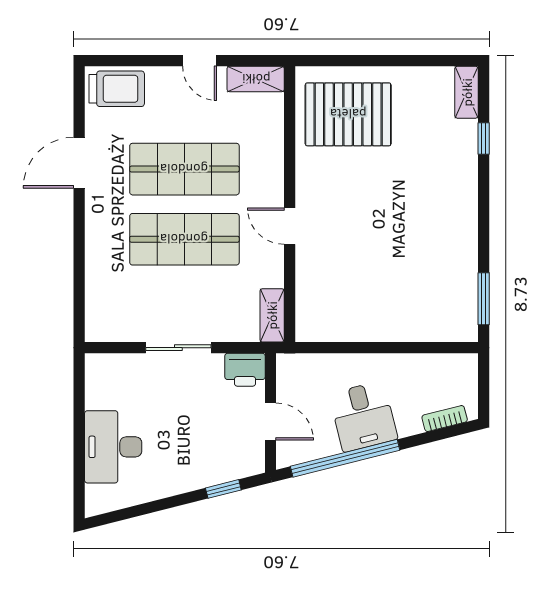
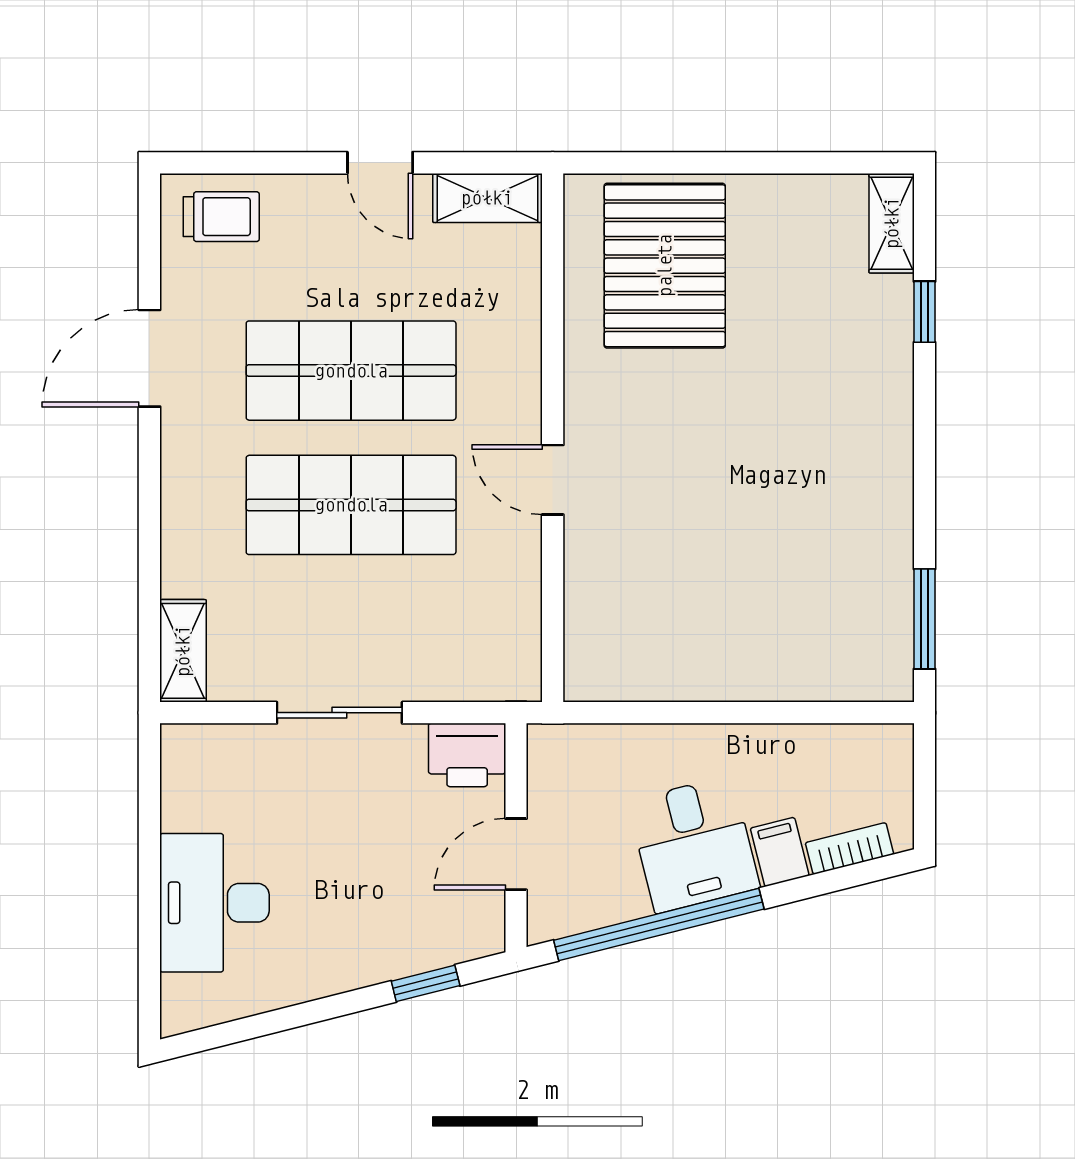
trolley: (117, 89) -> (221, 217), width x0.73, depth x0.72
pallet: (348, 114) -> (665, 266), turned 90
shelving: (272, 315) -> (183, 651), moved
filing cabinet: (408, 420) -> (780, 852), added
door: (271, 422) -> (516, 854), swing flipped

